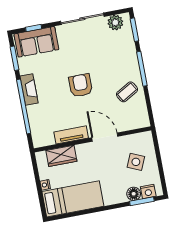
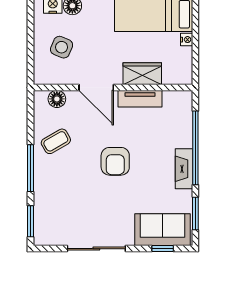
plant: (115, 23) -> (54, 235), removed
floor lamp: (132, 123) -> (57, 99), added
wardrobe: (61, 156) -> (142, 74), moved

